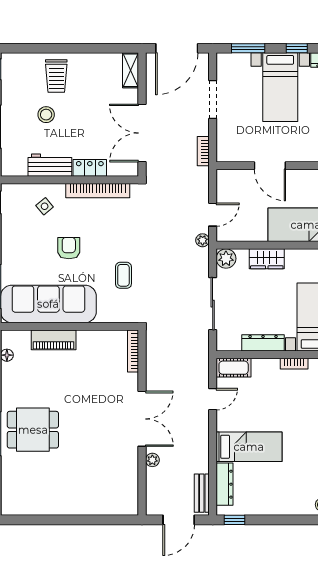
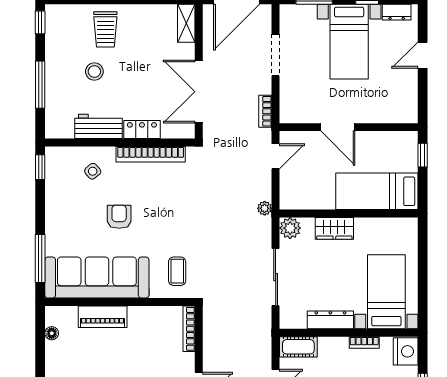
door: (213, 215) -> (276, 156), moved
coffee table: (123, 275) -> (177, 271), moved

